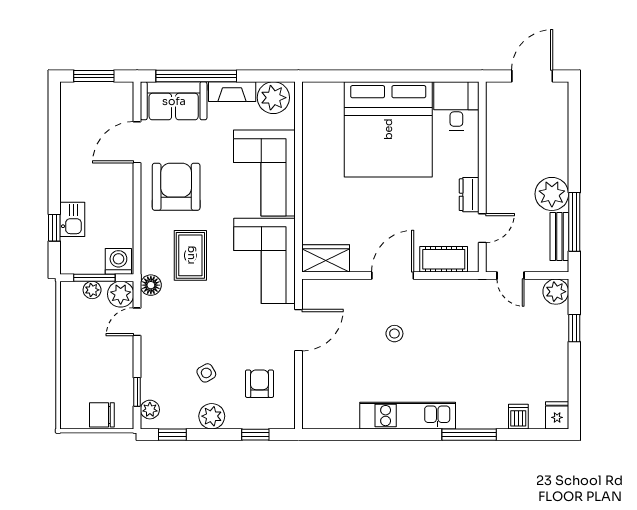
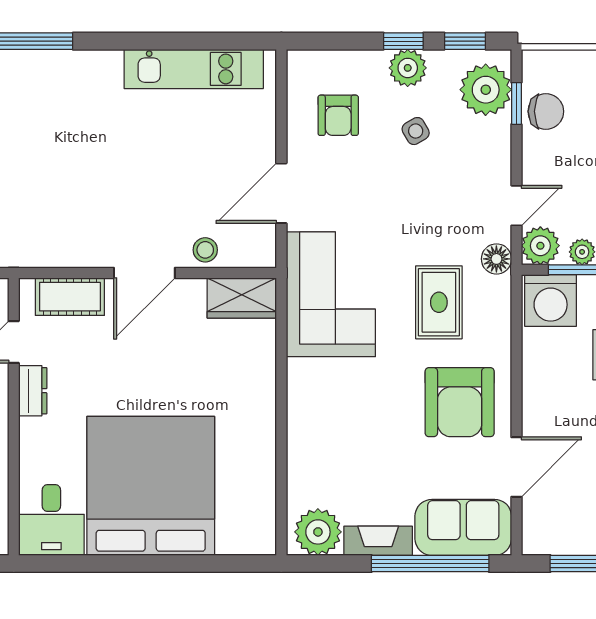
corner sofa: (264, 173) -> (331, 422), removed
washing machine: (118, 261) -> (551, 300), width x1.37, depth x1.37
stool: (394, 334) -> (205, 250), moved
plant: (150, 410) -> (486, 90), width x1.88, depth x1.88
chair: (102, 415) -> (546, 111), moved
kitchen unit: (408, 416) -> (194, 69), moved
window: (255, 435) -> (403, 41), moved

